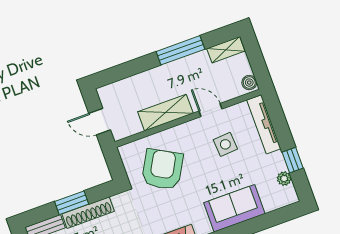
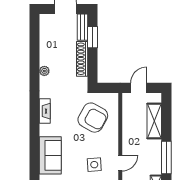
shelving: (165, 113) -> (154, 121), moved
window: (72, 203) -> (92, 37), moved

